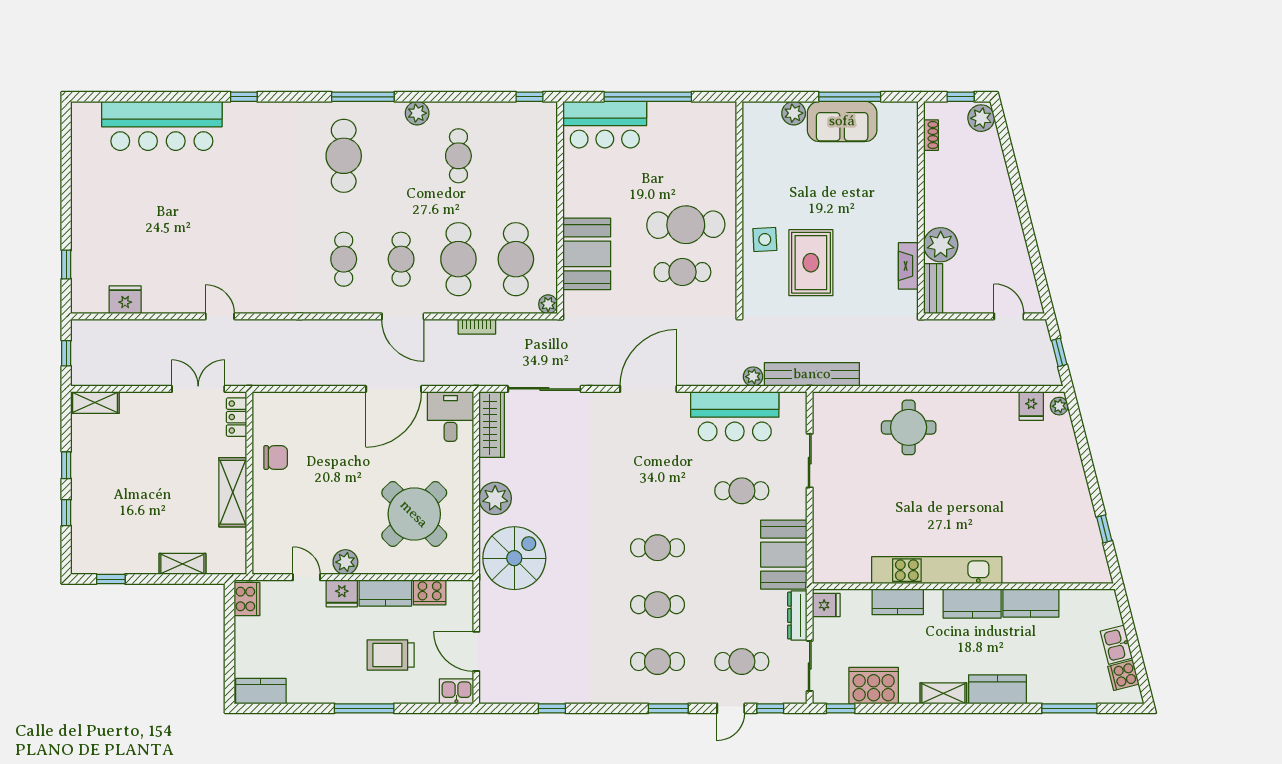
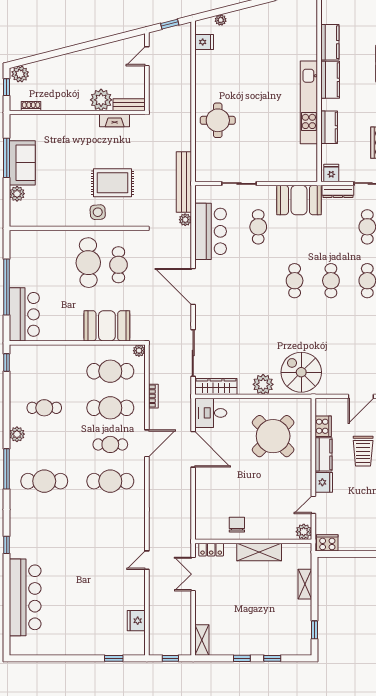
cafe table: (344, 259) -> (110, 481), width x1.37, depth x1.35
plant: (1059, 406) -> (221, 20), moved
plant: (345, 562) -> (304, 532), moved

